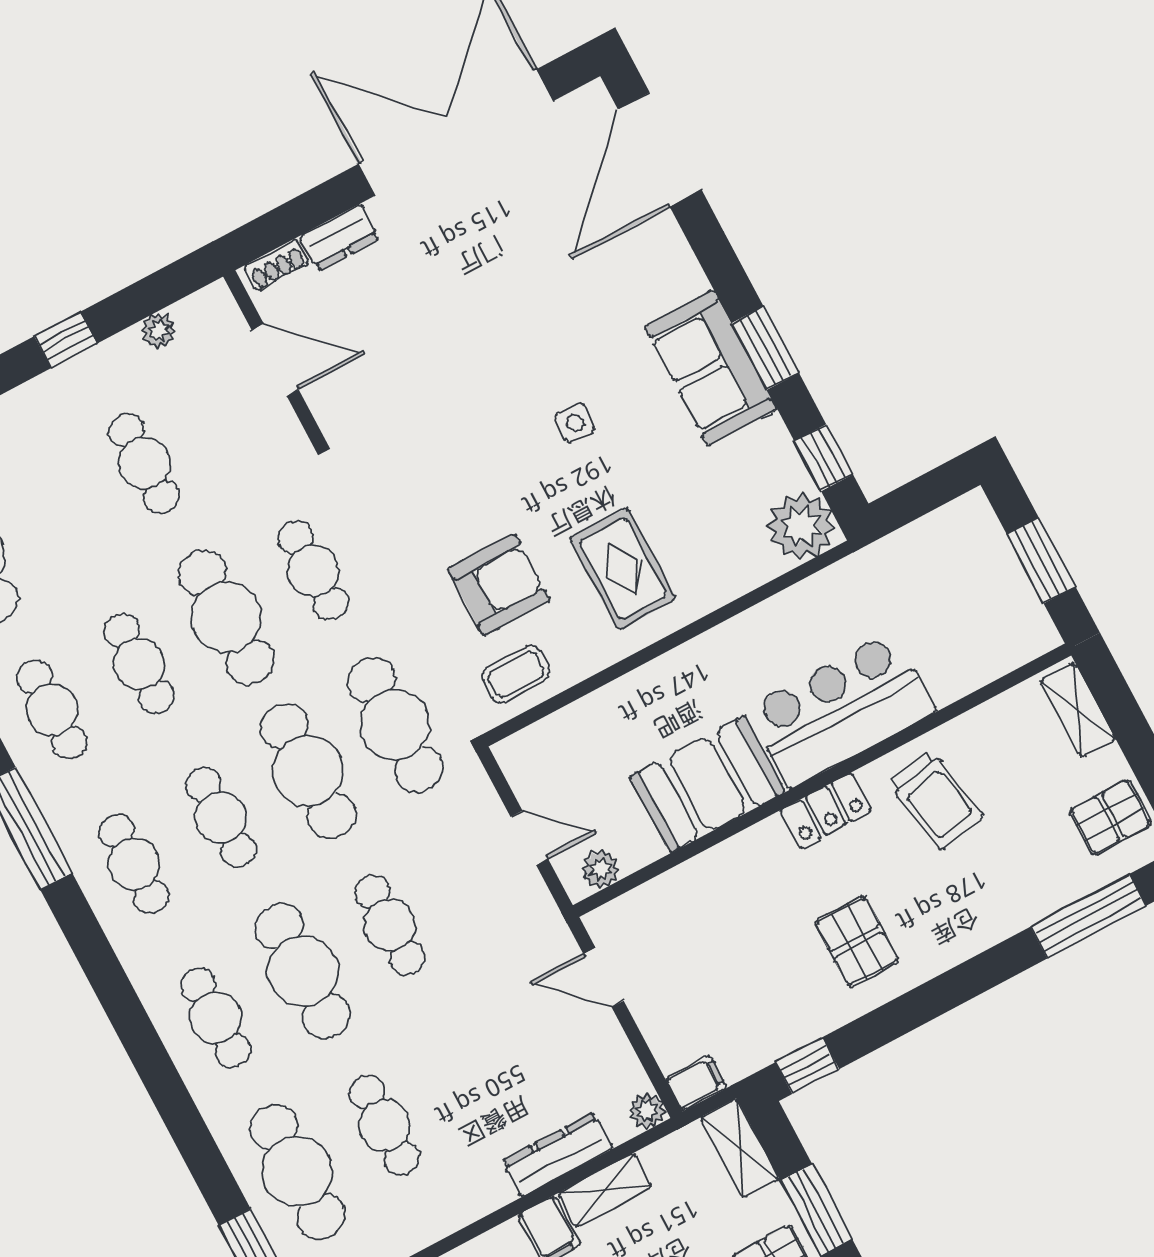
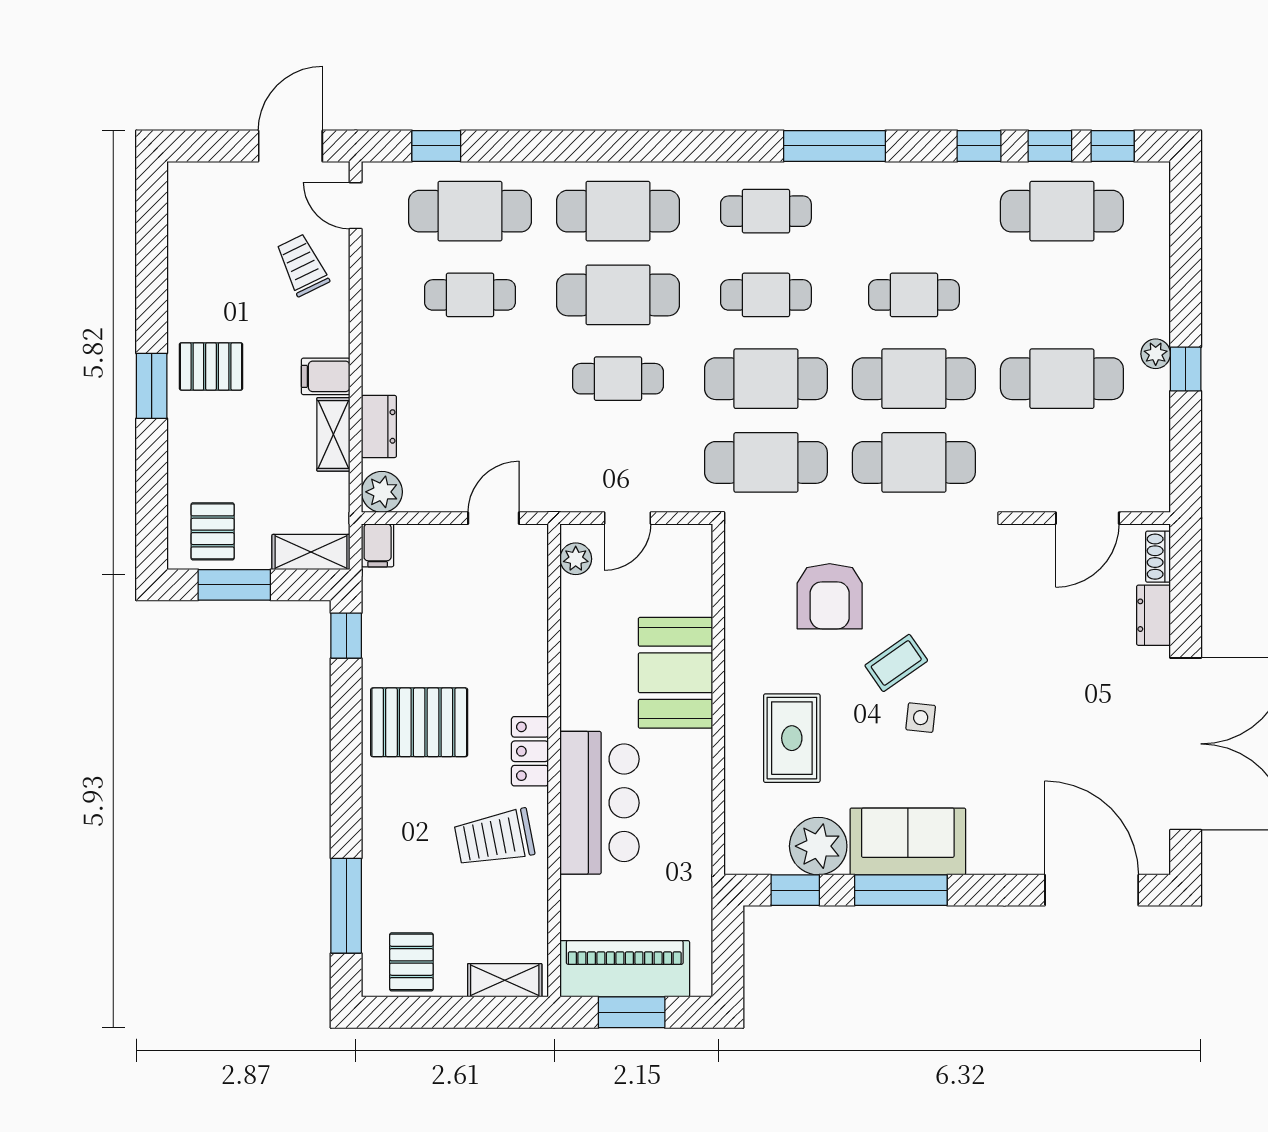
plant: (158, 331) -> (1156, 354), moved
window: (765, 348) -> (901, 890), width x1.44
cafe table: (144, 463) -> (1062, 379), width x1.37, depth x1.35
plant: (801, 526) -> (818, 846), moved
rug: (623, 569) -> (792, 738), moved, turned 90
cafe table: (313, 571) -> (914, 462), width x1.37, depth x1.35
piano: (1000, 592) -> (625, 969), added
coffee table: (516, 674) -> (896, 663), moved, turned 55
cafe table: (52, 710) -> (914, 211), removed
booth: (707, 784) -> (675, 673), moved
pallet: (857, 942) -> (419, 722), width x1.50, depth x1.42
cafe table: (216, 1018) -> (618, 211), width x1.37, depth x1.35
plant: (647, 1111) -> (382, 492), width x1.38, depth x1.38
dresser: (558, 1155) -> (379, 426), width x0.70

